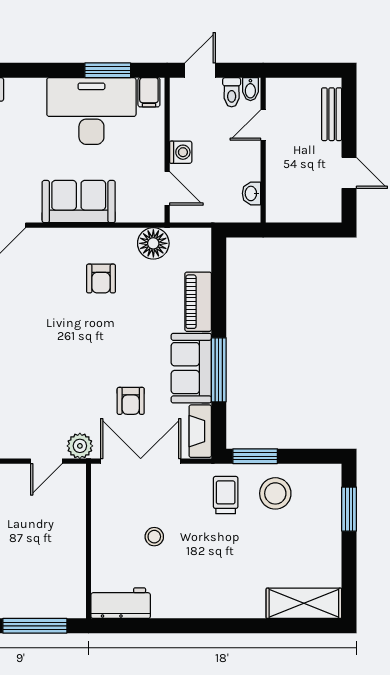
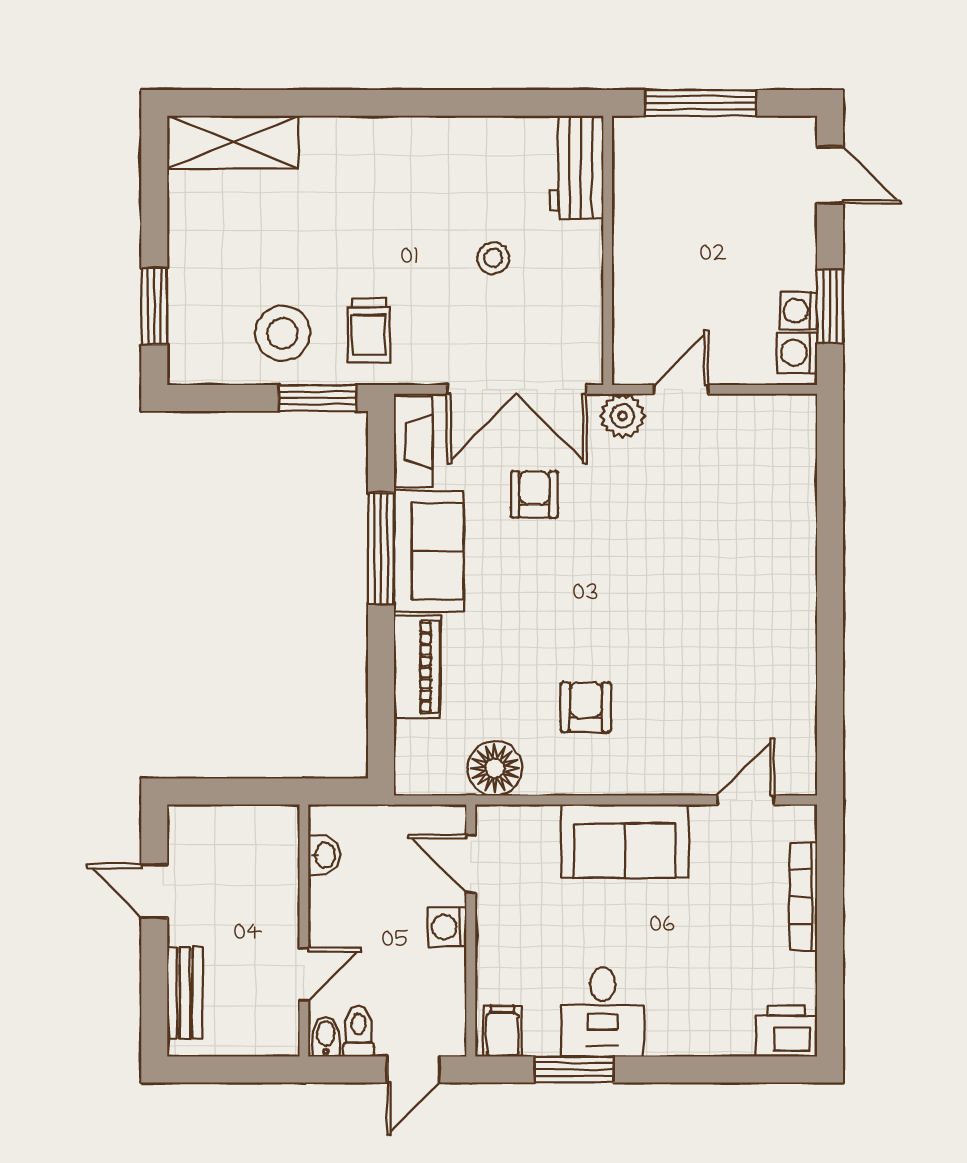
desk: (91, 111) -> (603, 1012), width x0.53, depth x0.77
workbench: (121, 603) -> (577, 167), moved, turned 90

